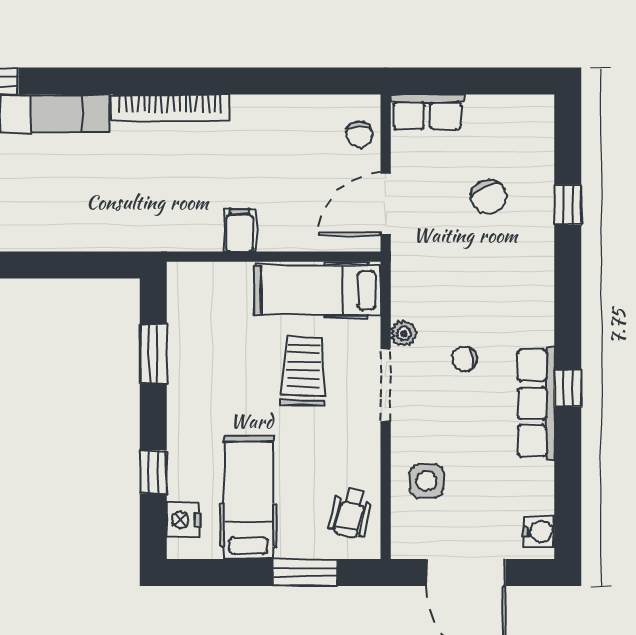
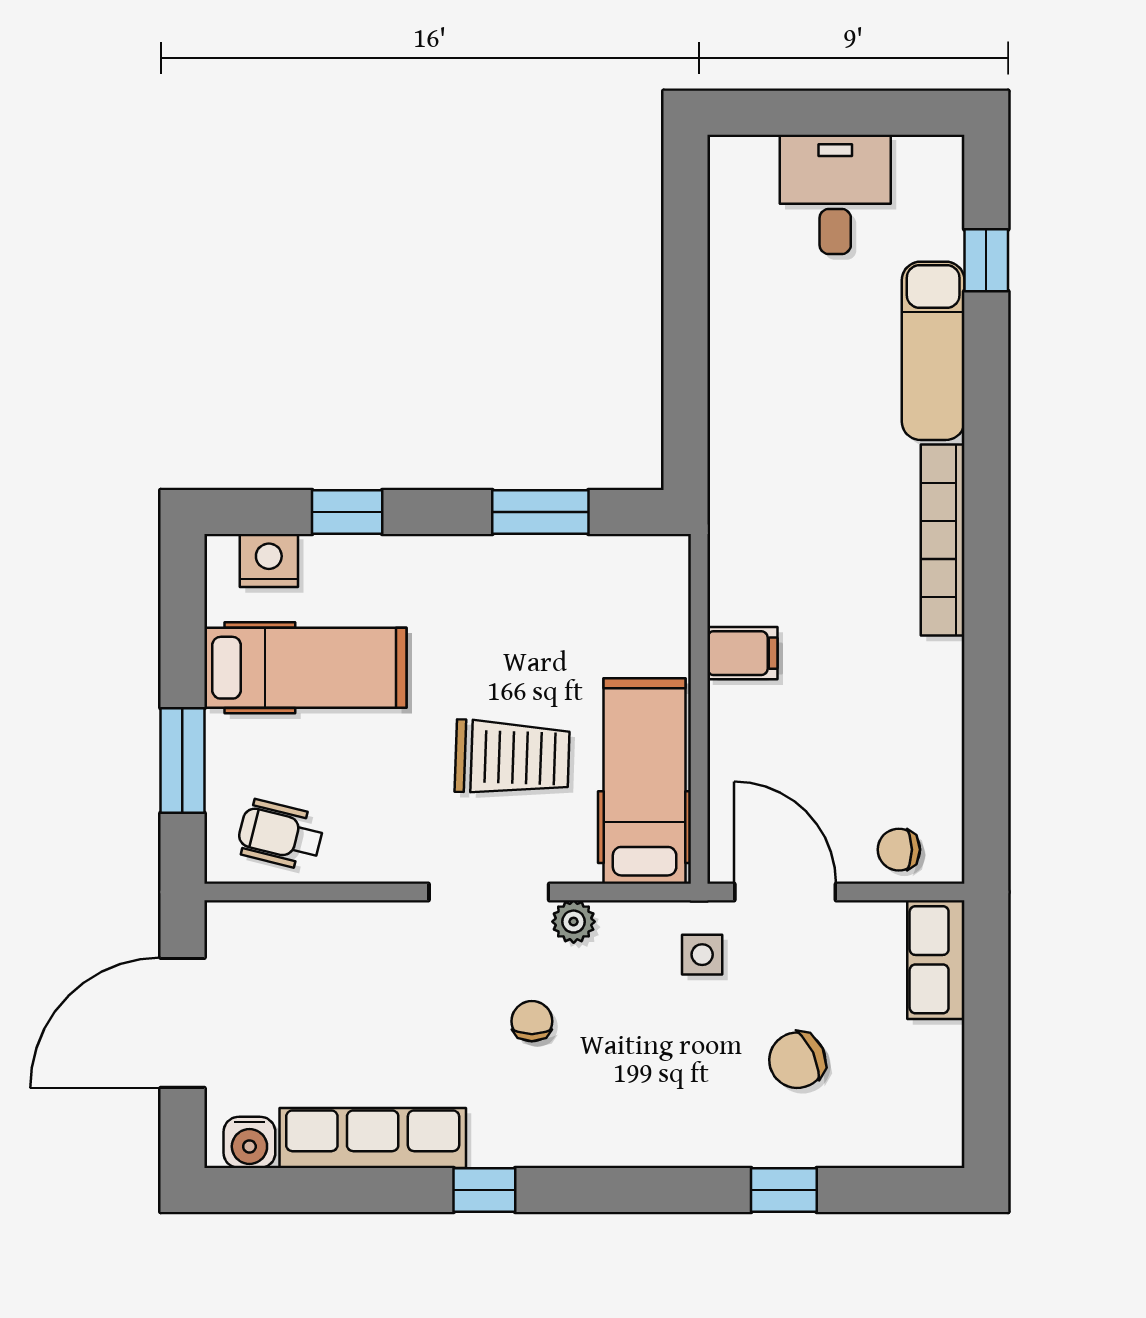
row of seats: (536, 403) -> (373, 1138), moved
side table: (427, 481) -> (702, 955), moved, width x0.73, depth x0.73

